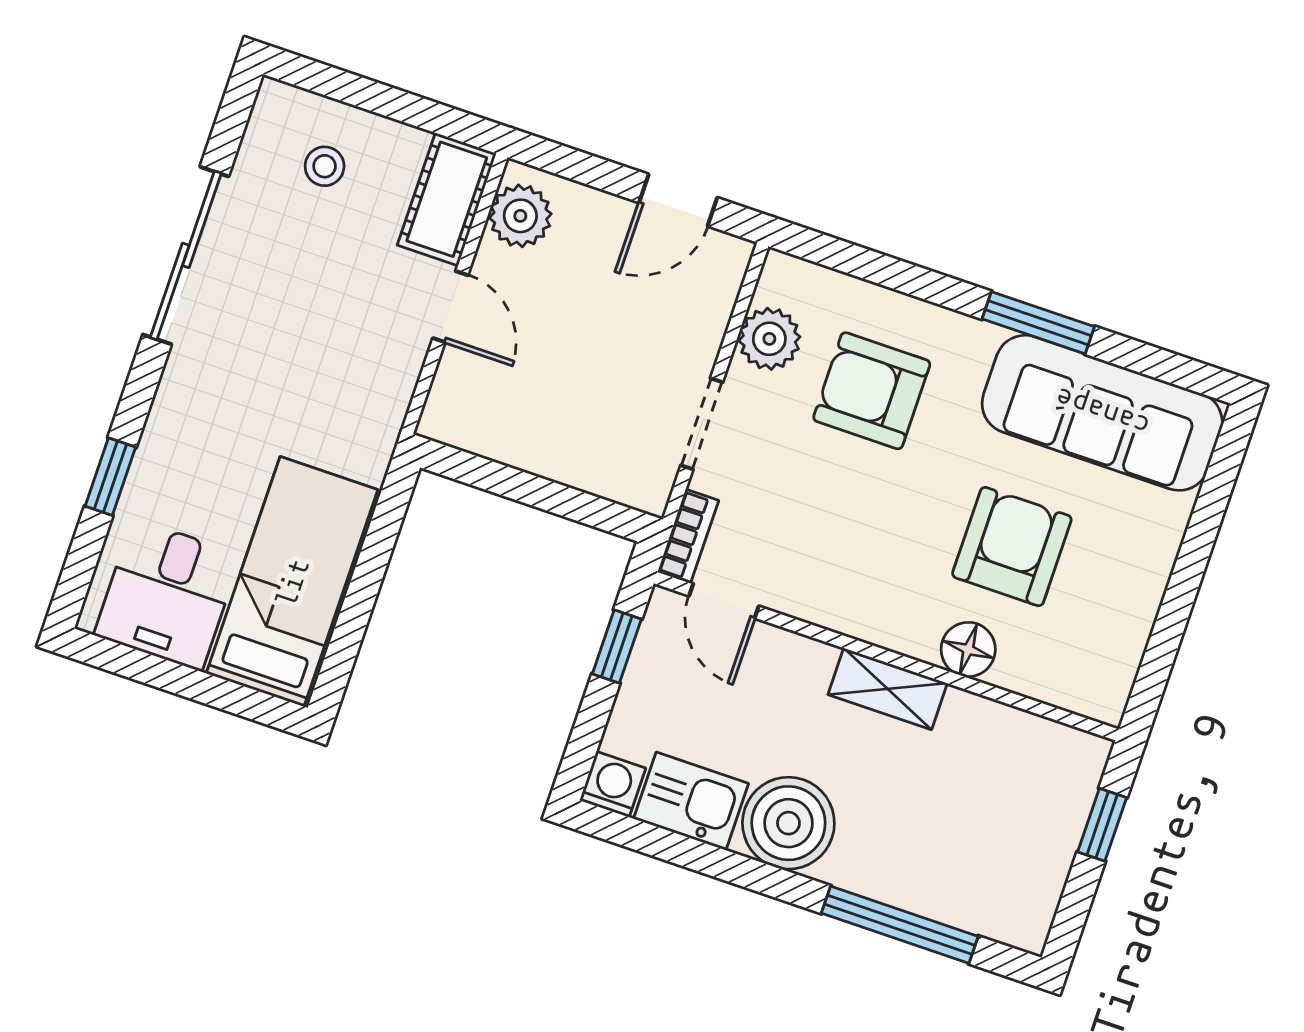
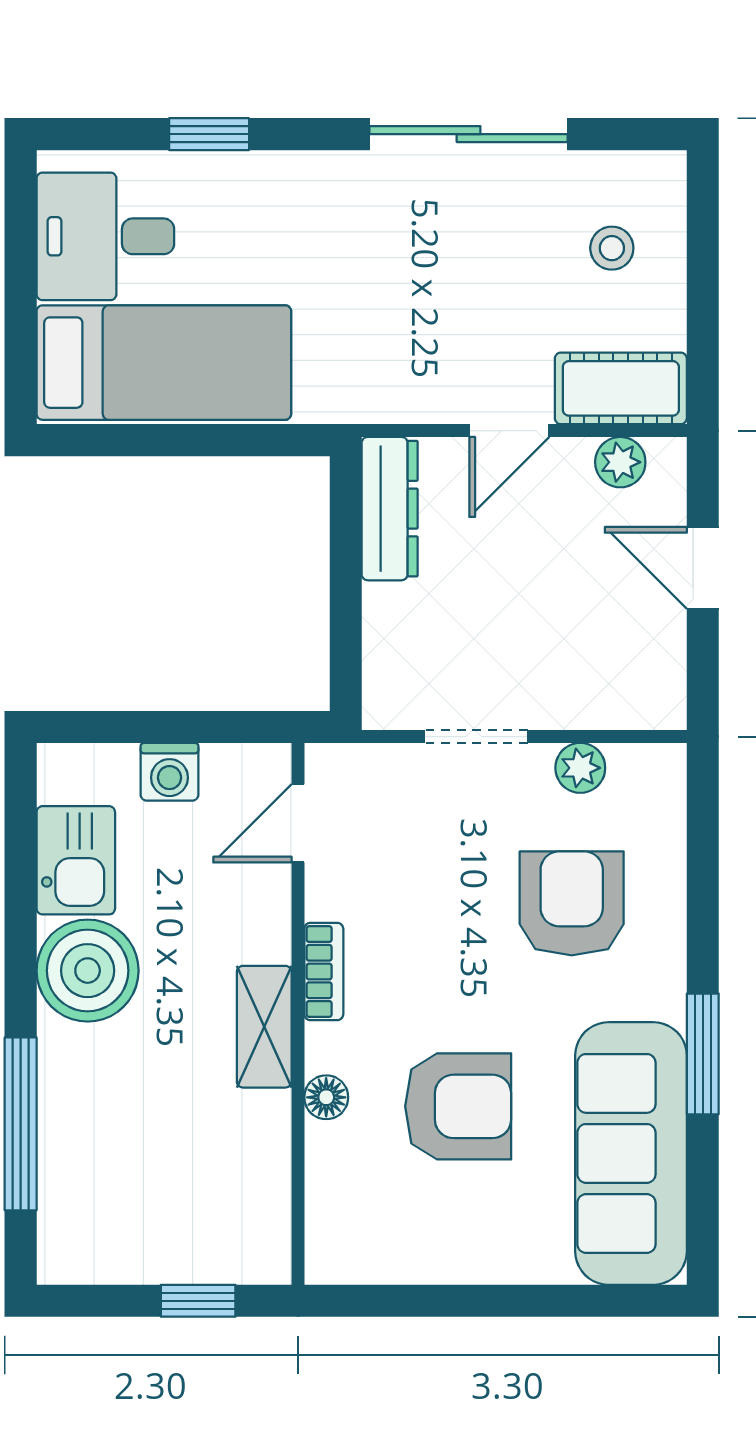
door: (678, 200) -> (703, 568), moved
plant: (520, 216) -> (620, 462), width x0.73, depth x0.73
plant: (769, 339) -> (580, 768), width x0.73, depth x0.73
dresser: (482, 431) -> (390, 509), added
bookcase: (688, 536) -> (324, 972), moved, turned -90
window: (617, 646) -> (212, 727), removed
floor lamp: (968, 649) -> (326, 1097), width x0.73, depth x0.73
washing machine: (613, 784) -> (169, 772), moved, turned 90

